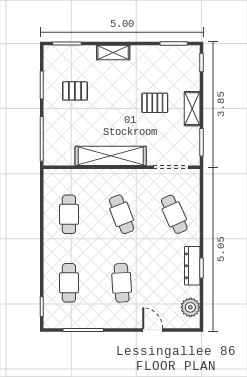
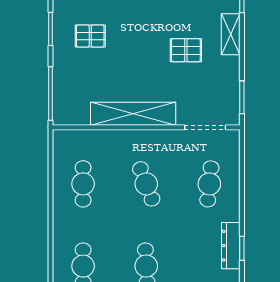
shelving: (192, 109) -> (231, 34), moved
cafe table: (174, 214) -> (209, 184), turned 30

